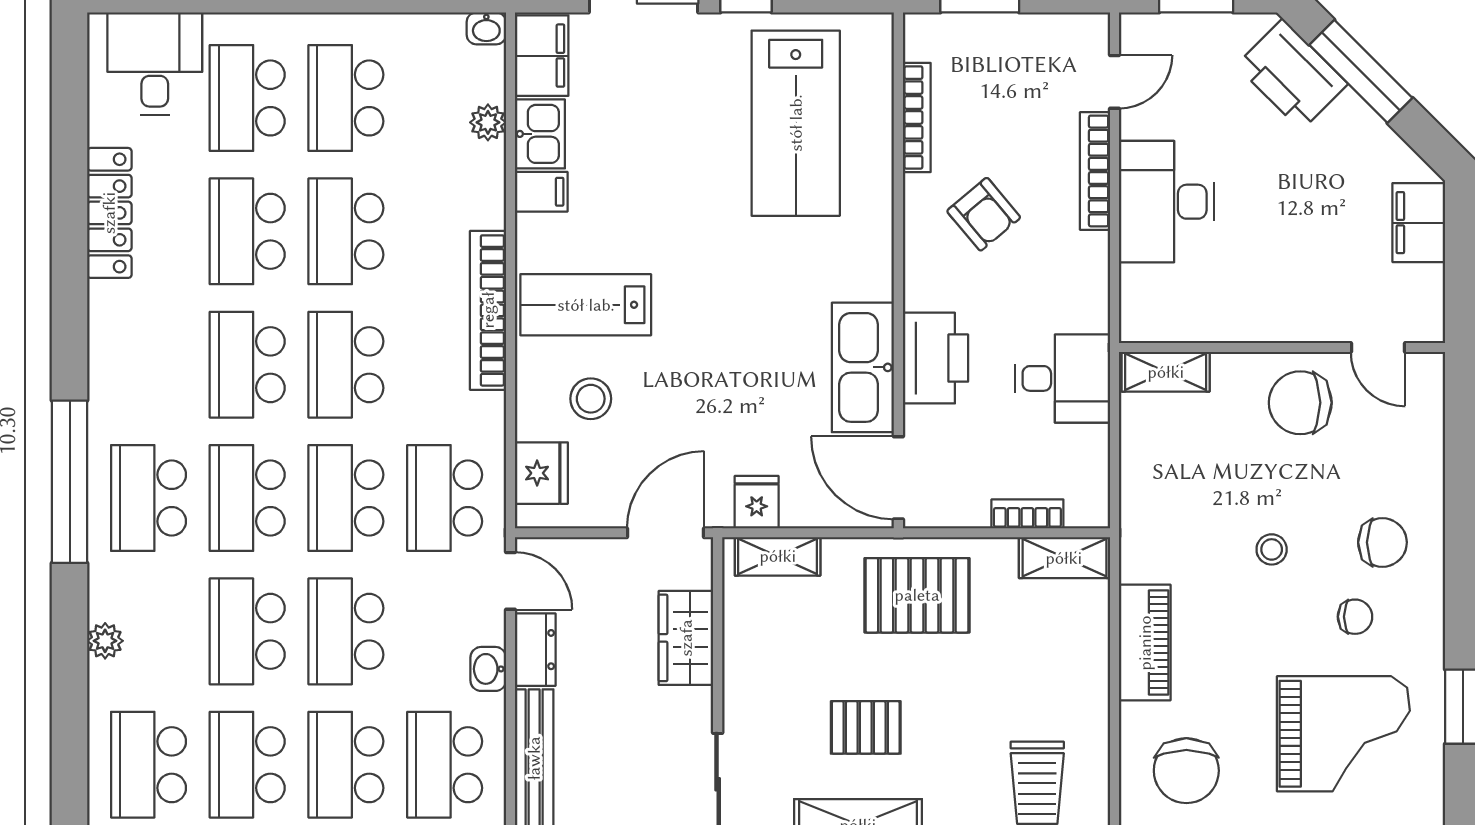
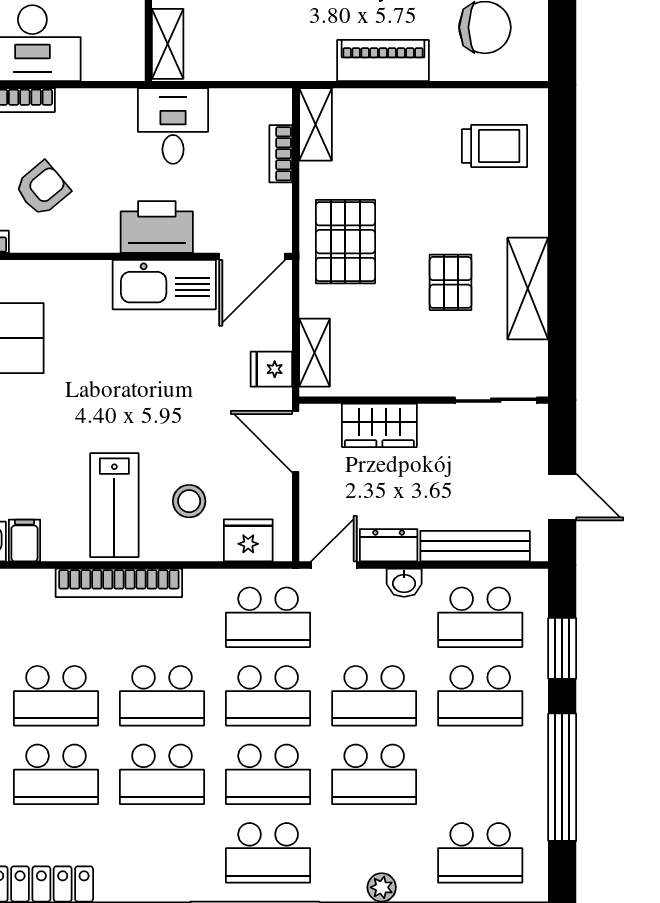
school desk: (247, 765) -> (480, 774), removed

